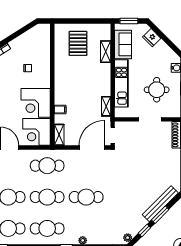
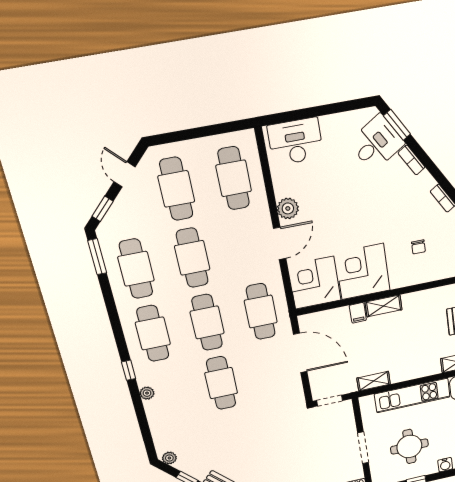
shelving: (59, 135) -> (384, 306), moved
door: (92, 148) -> (300, 353), moved

